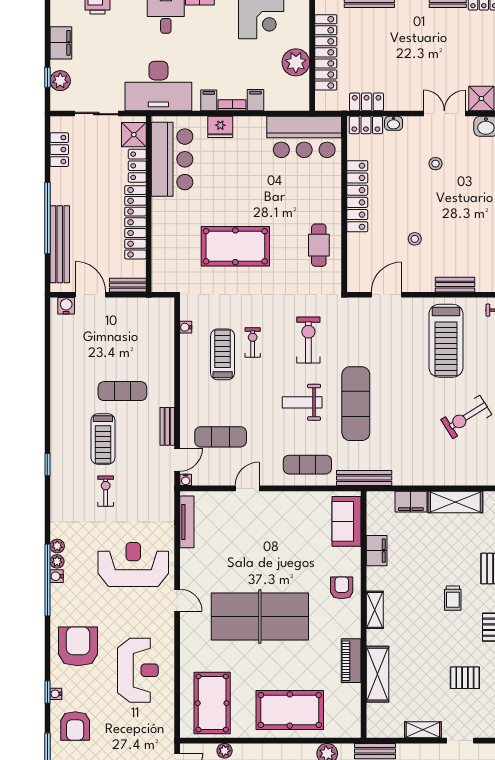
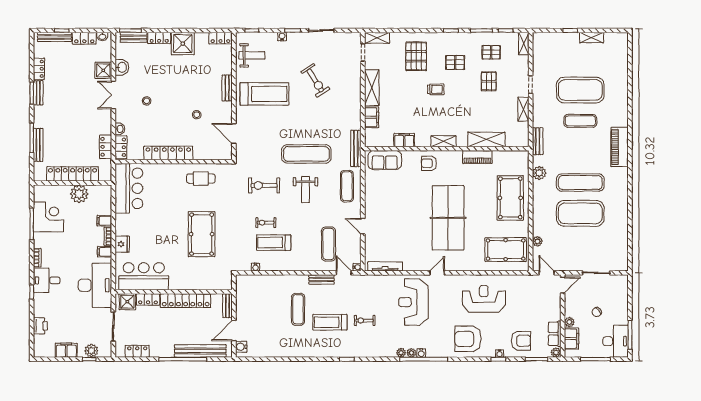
treadmill: (103, 439) -> (330, 322), turned 180

